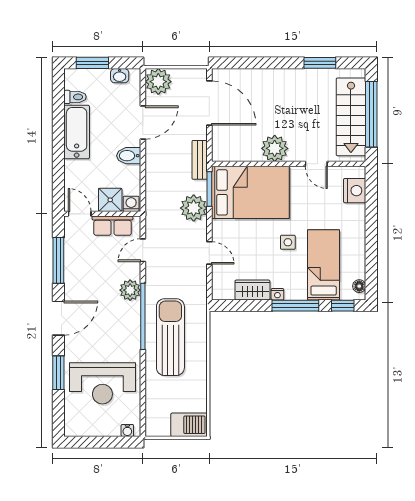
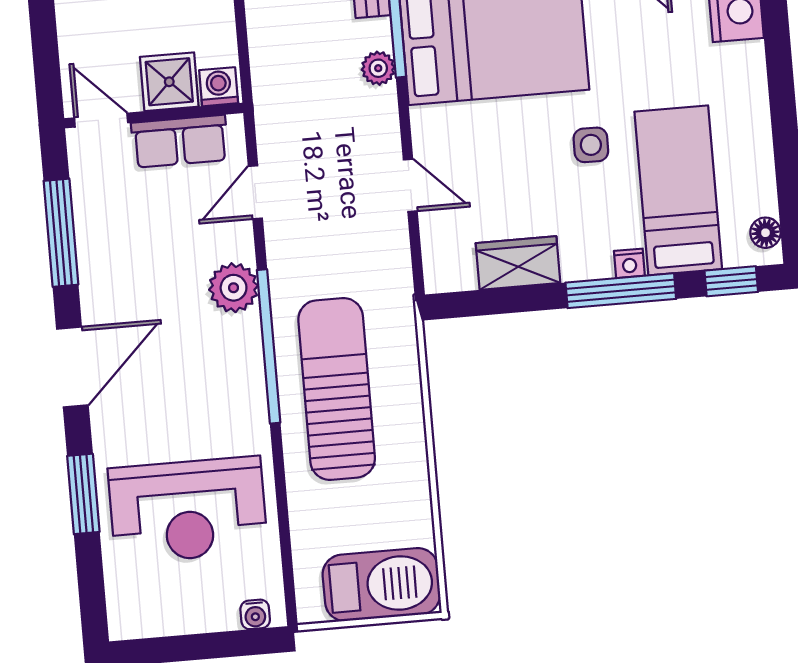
plant: (194, 208) -> (378, 68), width x0.53, depth x0.53
nightstand: (277, 294) -> (629, 263), moved
barbecue: (189, 425) -> (381, 585), width x1.37, depth x1.21

